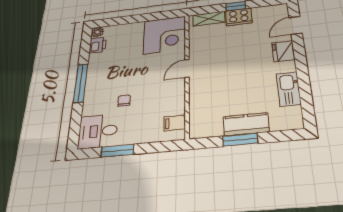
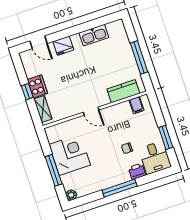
window: (133, 19) -> (54, 170), added
corner desk: (165, 35) -> (70, 155), moved
printer: (98, 45) -> (137, 171), moved
kitchen counter: (246, 124) -> (123, 91), moved, turned 90
window: (240, 140) -> (139, 57), width x1.44

